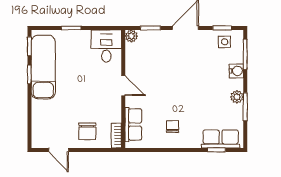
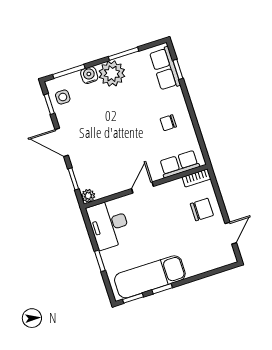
desk: (106, 46) -> (109, 224), width x1.37
plant: (237, 97) -> (112, 74), width x1.87, depth x1.87

